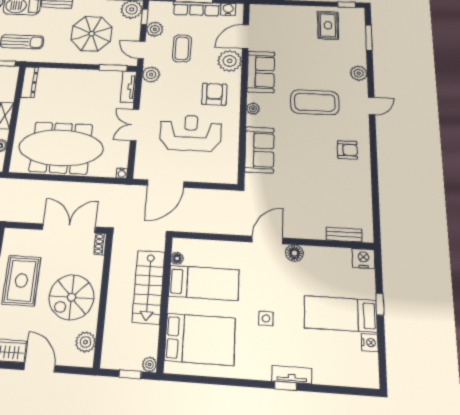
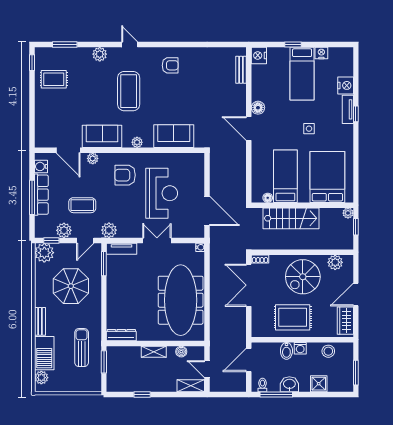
plant: (230, 61) -> (93, 158), width x0.53, depth x0.53
double door: (135, 125) -> (157, 240), swing flipped
reception desk: (191, 133) -> (162, 193), turned 180
armchair: (347, 150) -> (170, 65), turned 90
spiral stairs: (71, 297) -> (303, 277), turned 90
nightstand: (325, 374) -> (346, 85), added

